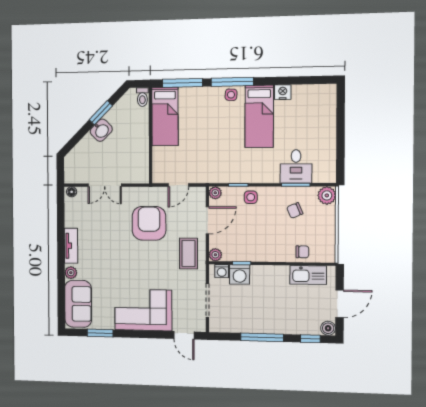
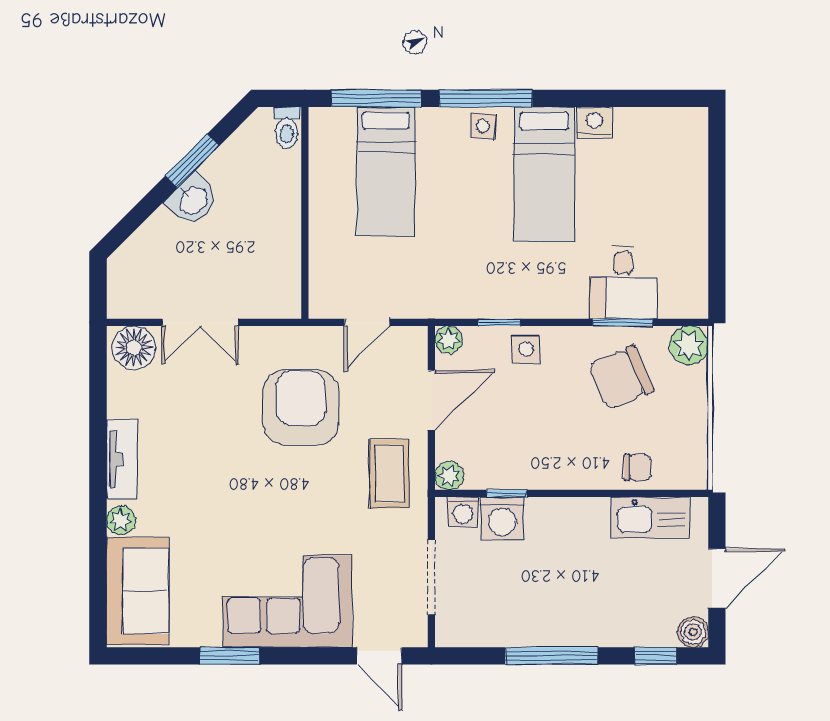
bed: (165, 117) -> (386, 171), moved
floor lamp: (72, 192) -> (134, 348), width x1.89, depth x1.89
chair: (295, 210) -> (621, 378), width x1.87, depth x1.87
window: (100, 333) -> (230, 656), moved

